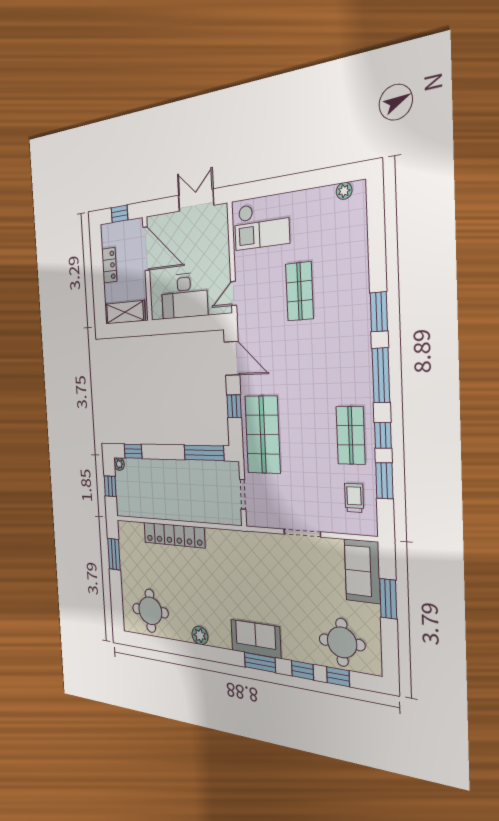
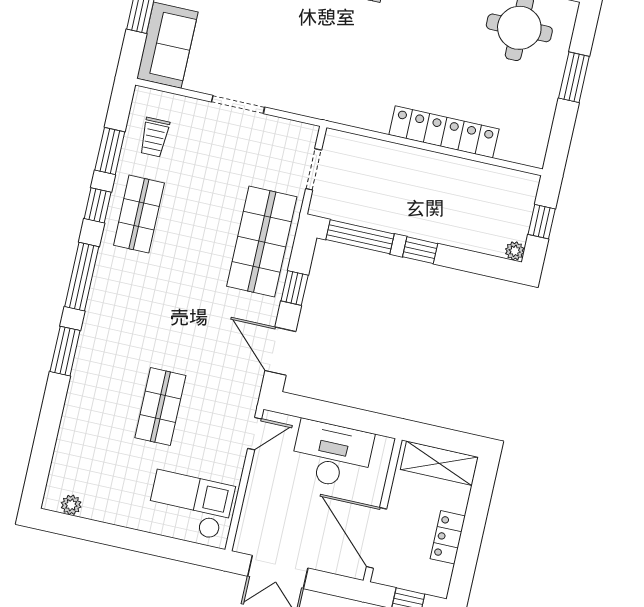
window: (133, 451) -> (420, 250), moved
window: (114, 554) -> (574, 77), moved

